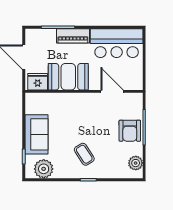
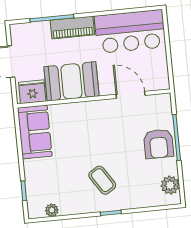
sofa: (36, 134) -> (35, 132), moved
plant: (44, 169) -> (52, 210), width x0.53, depth x0.53

